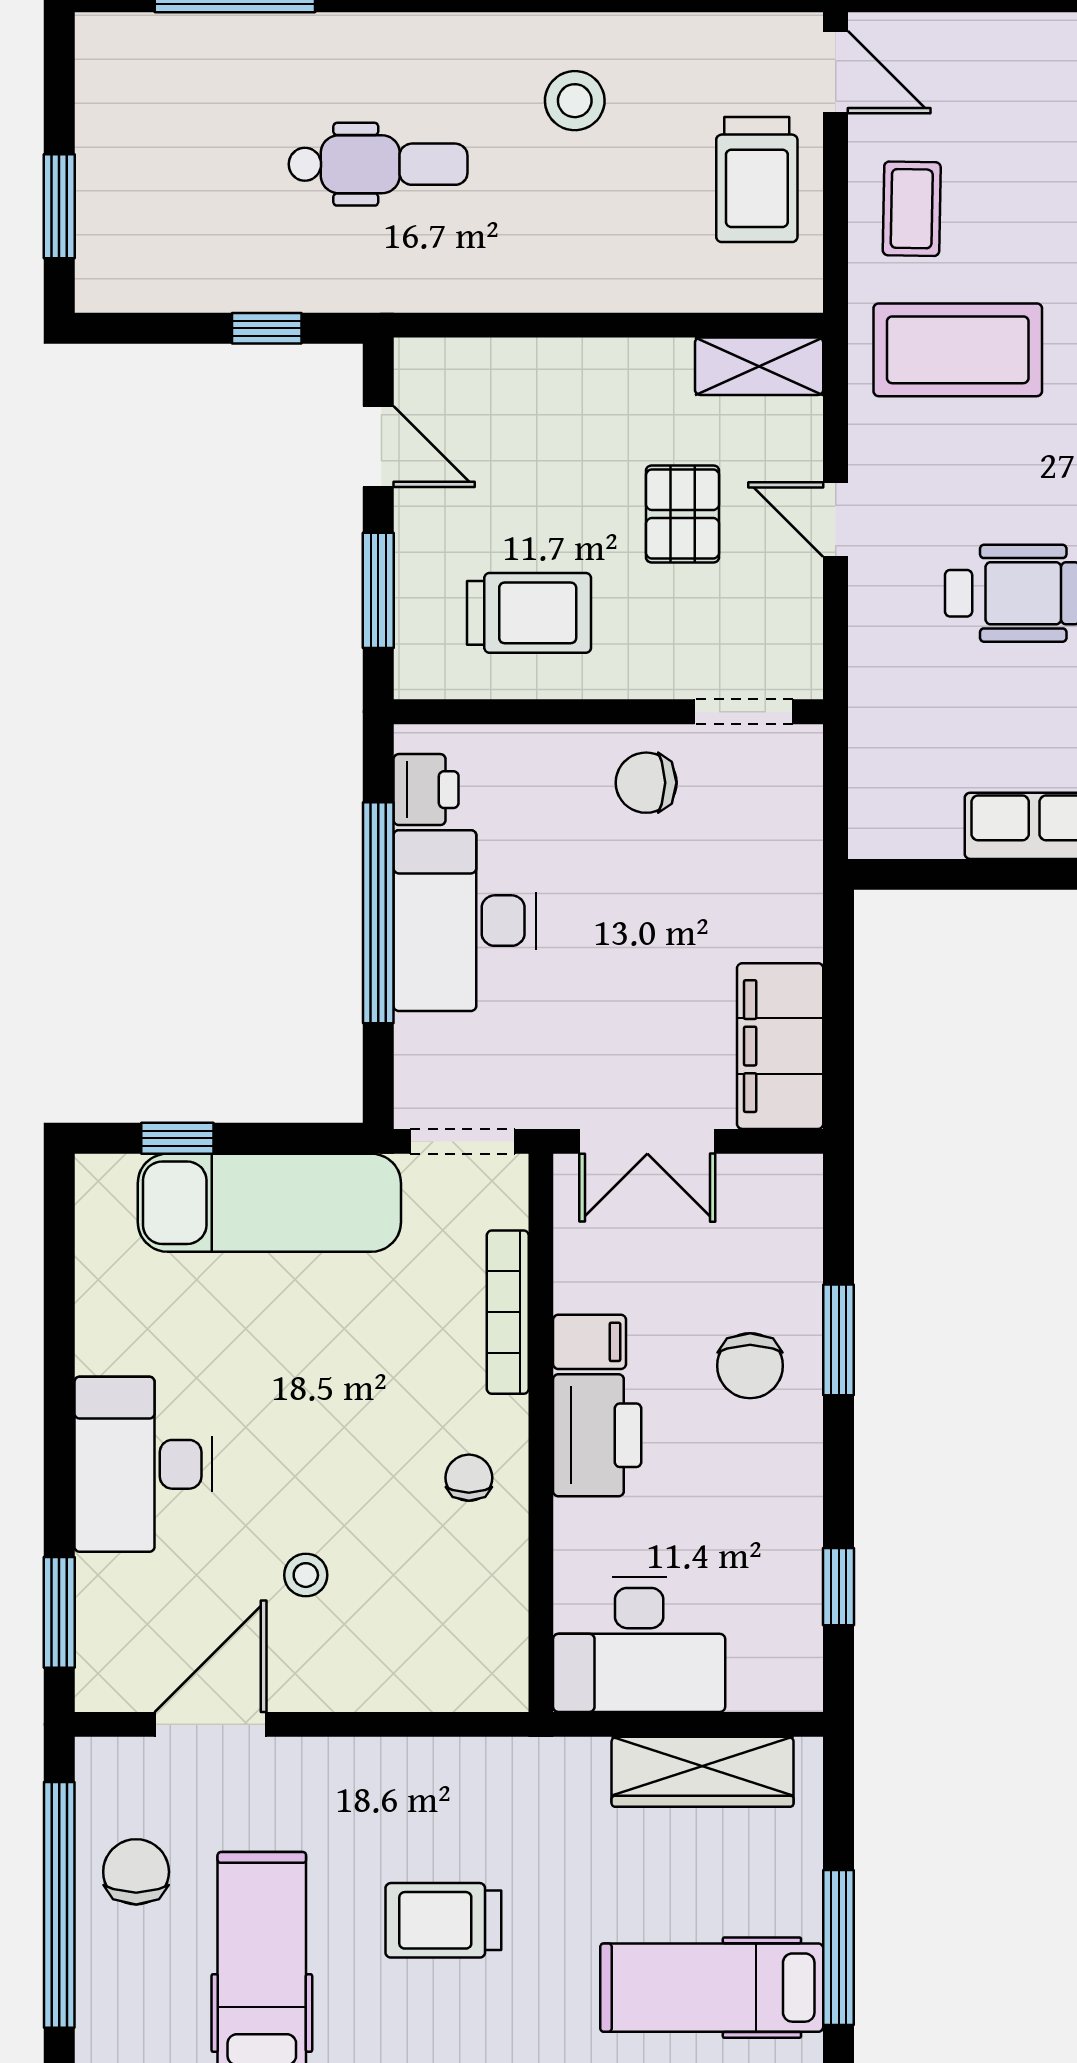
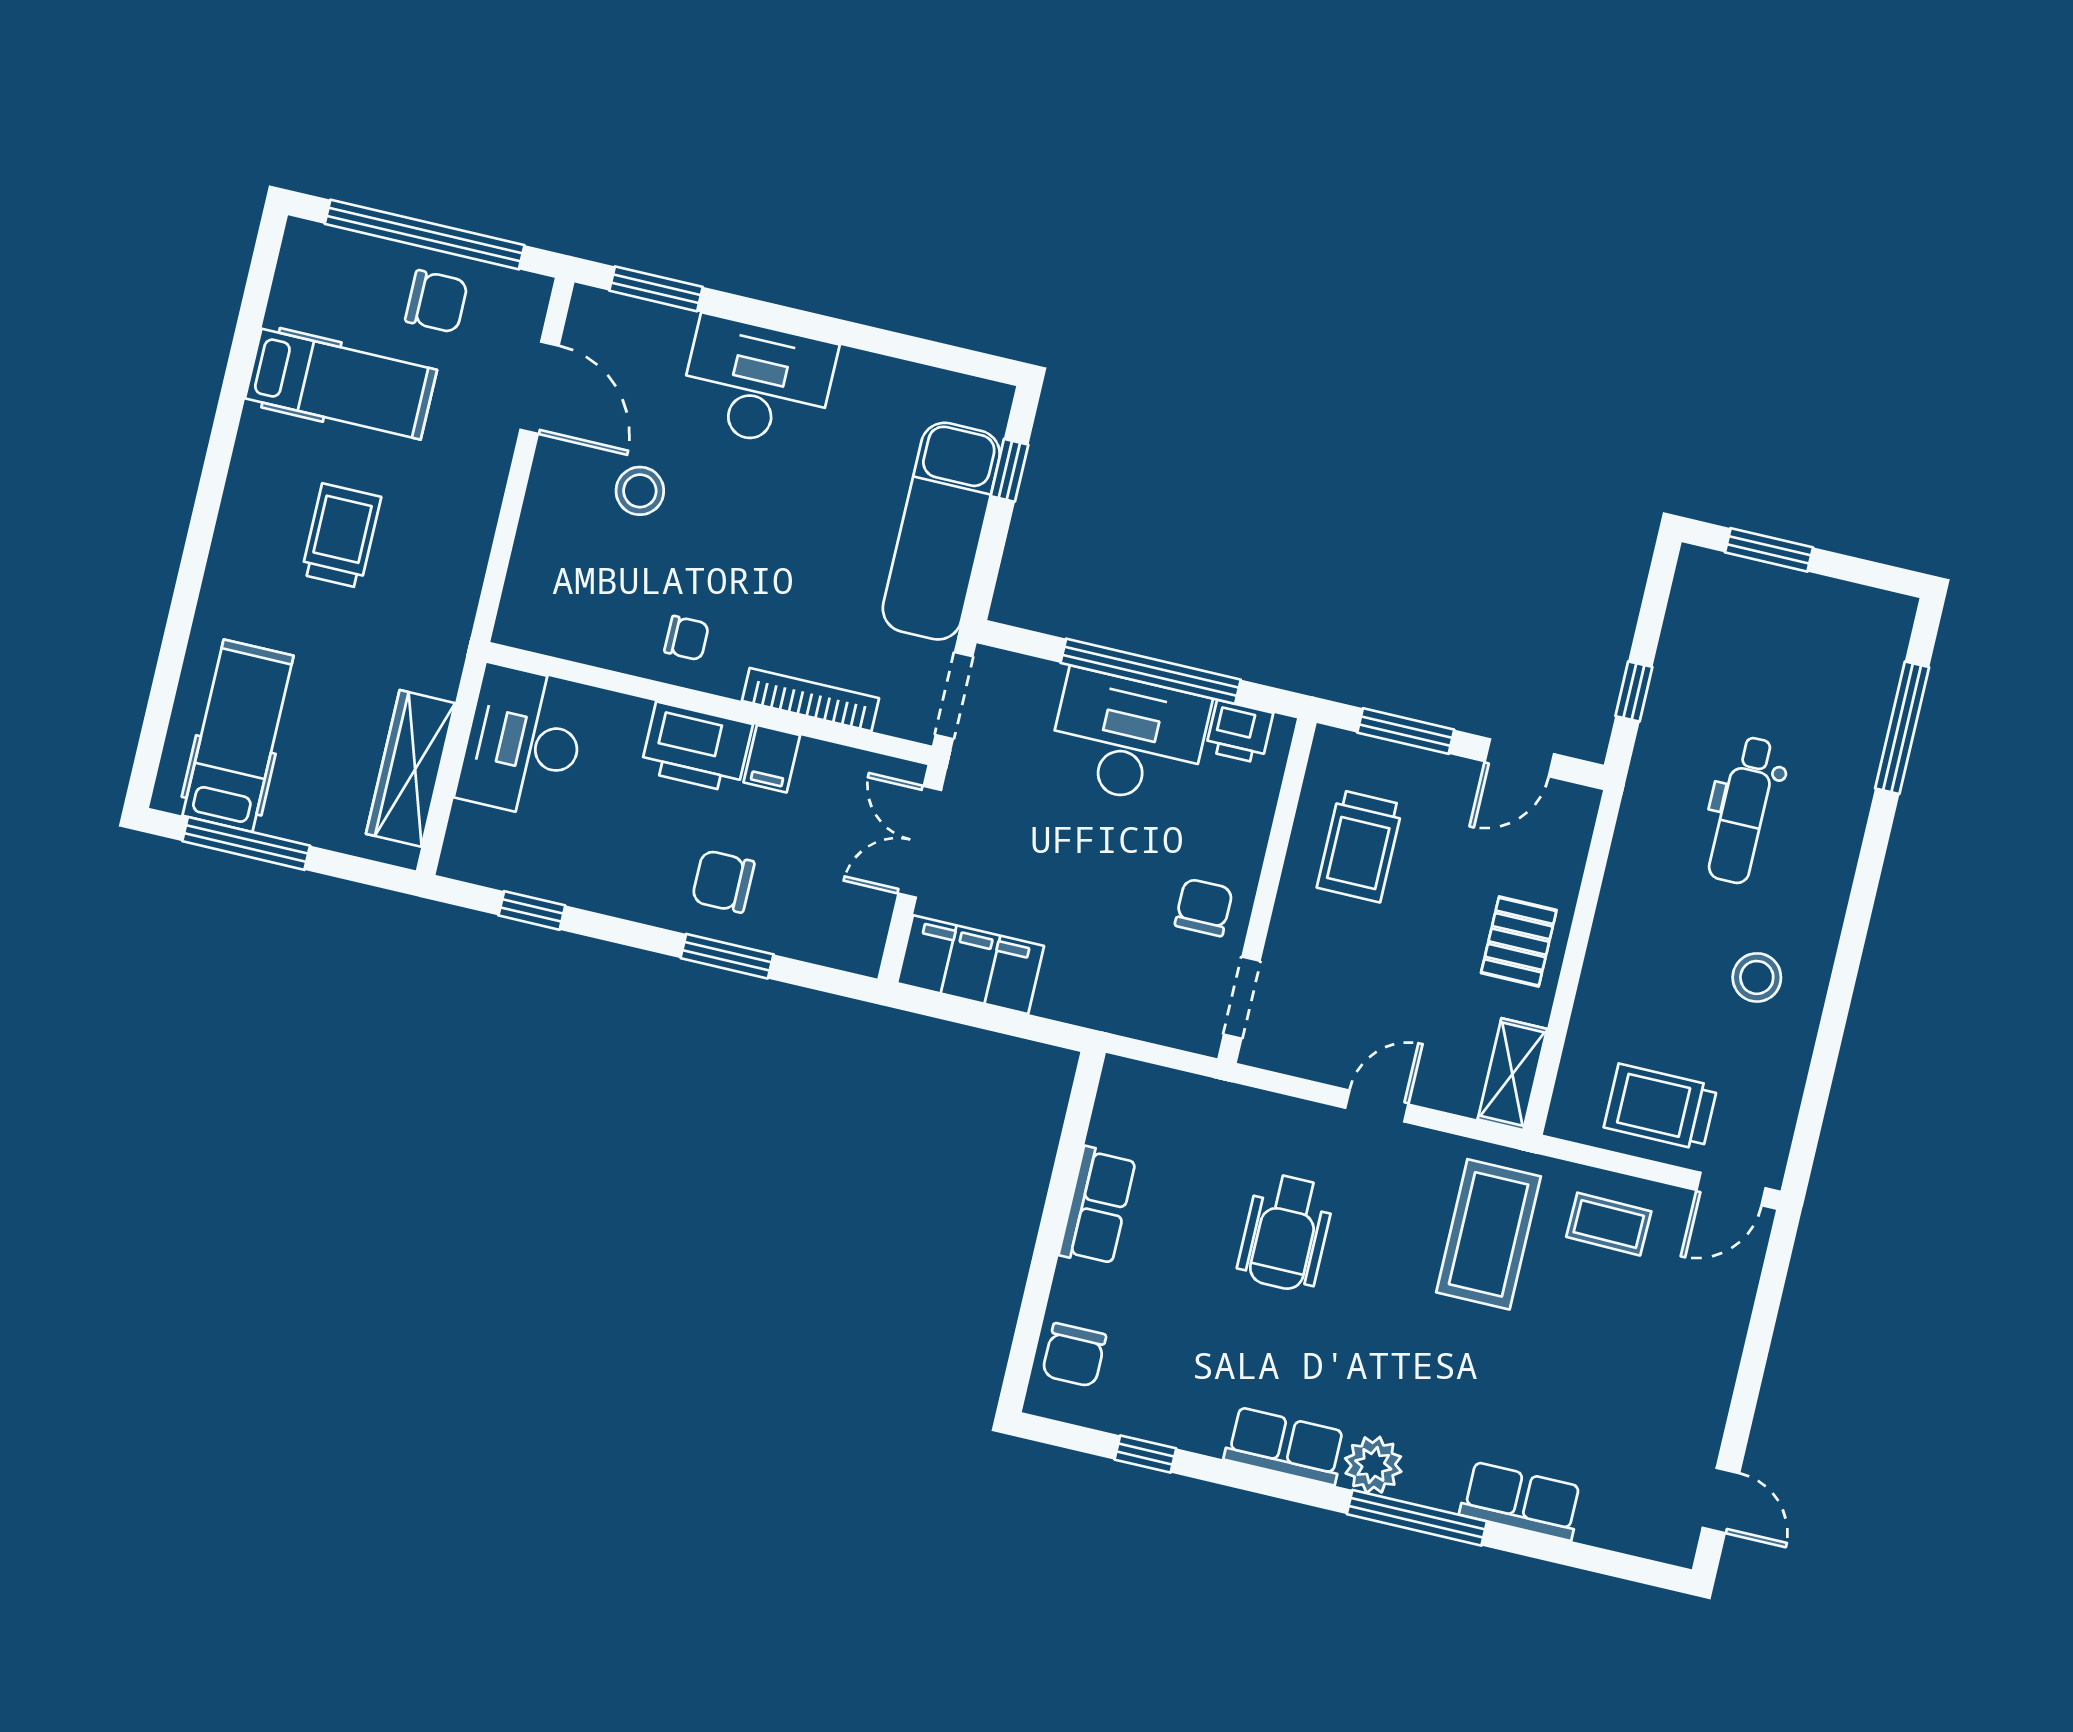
pallet: (683, 514) -> (1519, 942), moved, turned 90
stool: (306, 1575) -> (640, 491), width x1.37, depth x1.37

